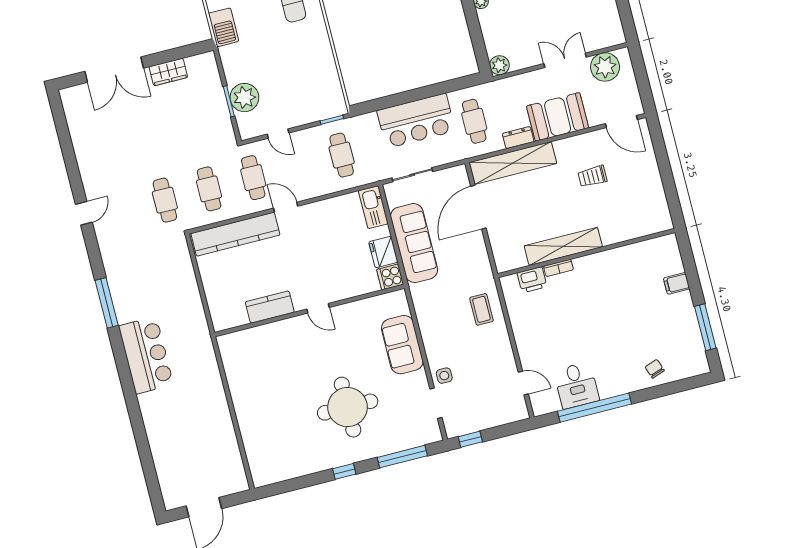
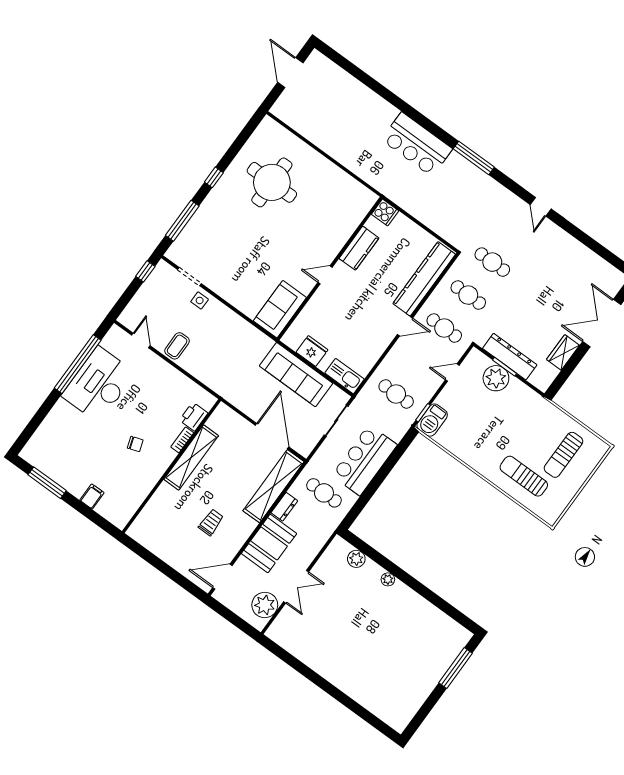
barbecue: (224, 27) -> (432, 420), moved, turned -90
plant: (499, 65) -> (356, 559), moved
dresser: (217, 106) -> (510, 357), added
cooker: (390, 277) -> (385, 212), moved, turned 90
coffee table: (481, 309) -> (177, 346), moved, turned 90
sofa: (402, 345) -> (280, 309), moved, turned -90
chair: (655, 369) -> (135, 444), moved
door: (523, 383) -> (141, 340), swing flipped
desk: (576, 385) -> (99, 384), width x1.87, depth x1.30
round table: (348, 407) -> (272, 182), moved

